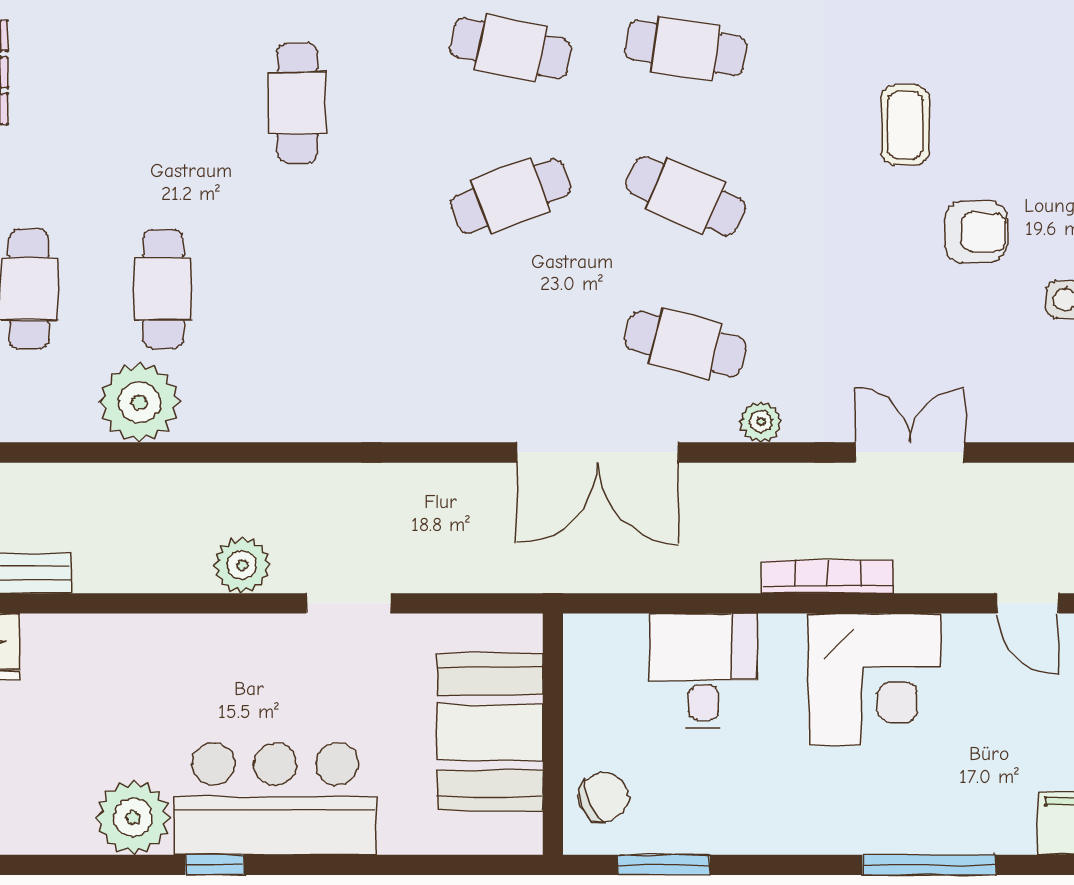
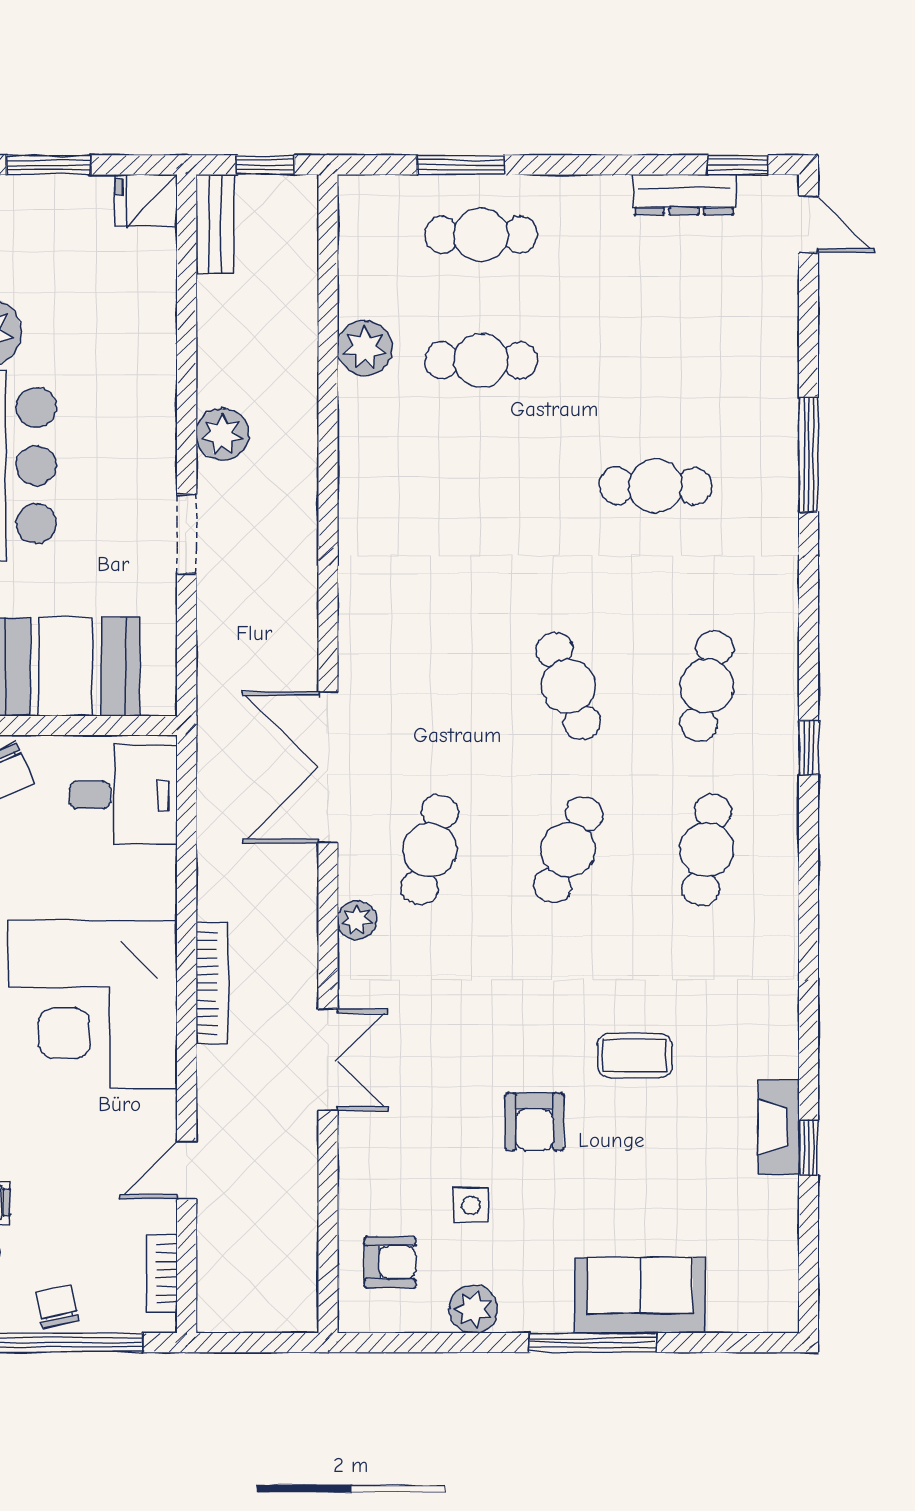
plant: (139, 402) -> (365, 348), width x0.73, depth x0.73
desk: (703, 671) -> (123, 795), moved
corner desk: (875, 680) -> (93, 1005), width x1.36, depth x1.36

